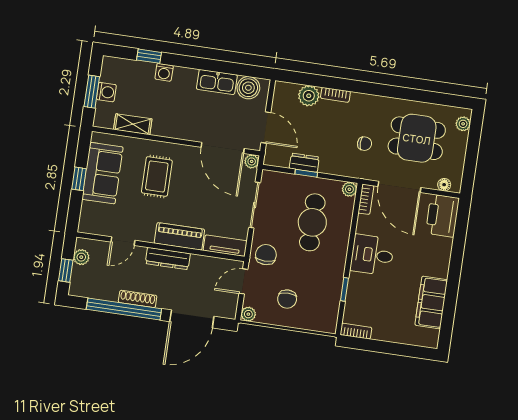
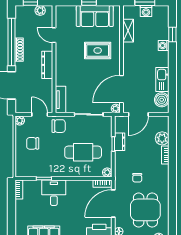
piano: (179, 236) -> (62, 70), removed
desk: (372, 255) -> (54, 193), moved

